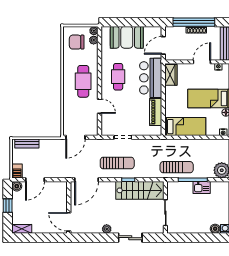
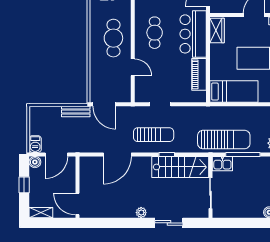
door: (75, 137) -> (104, 104), hinge flipped
bench: (27, 143) -> (76, 111), moved
sun lounger: (177, 167) -> (224, 140), width x1.36, depth x1.34
kitchen sink: (202, 187) -> (222, 164), moved
wall: (69, 207) -> (77, 187), moved
door: (69, 222) -> (77, 204), moved

